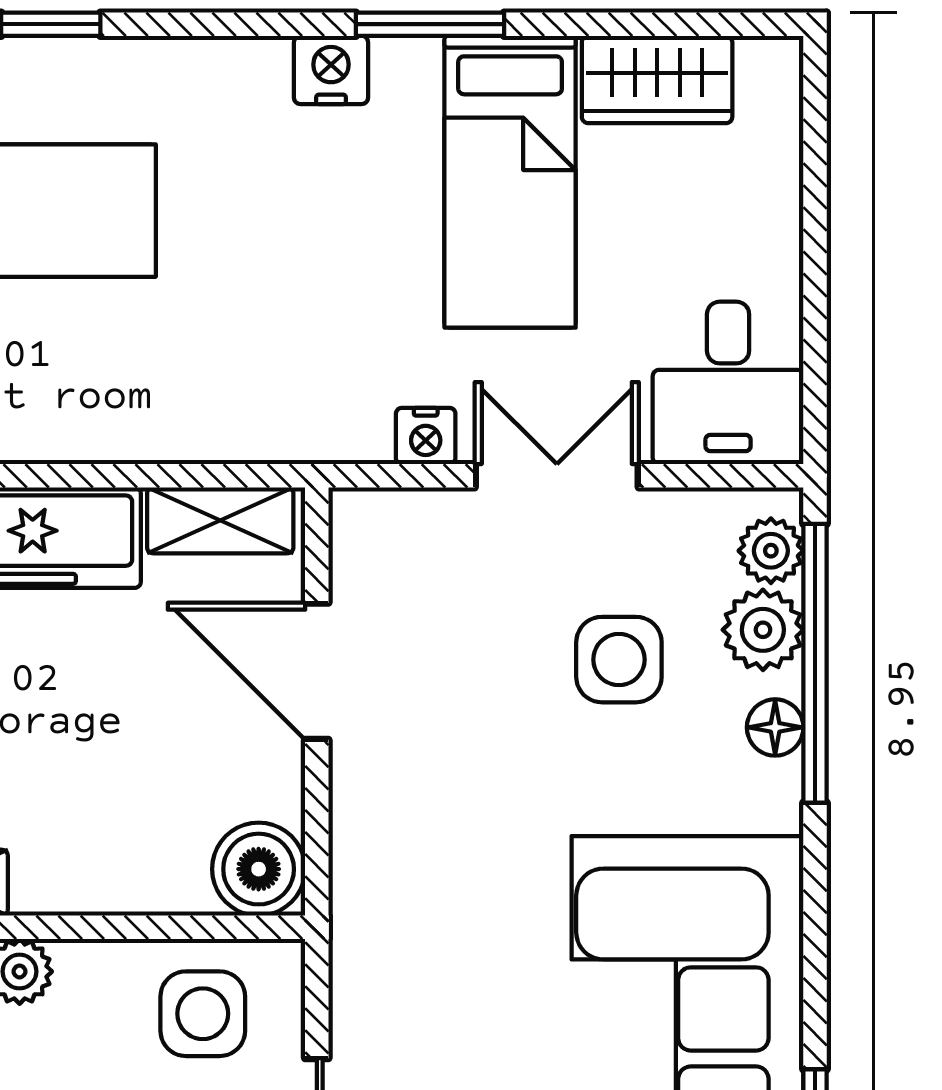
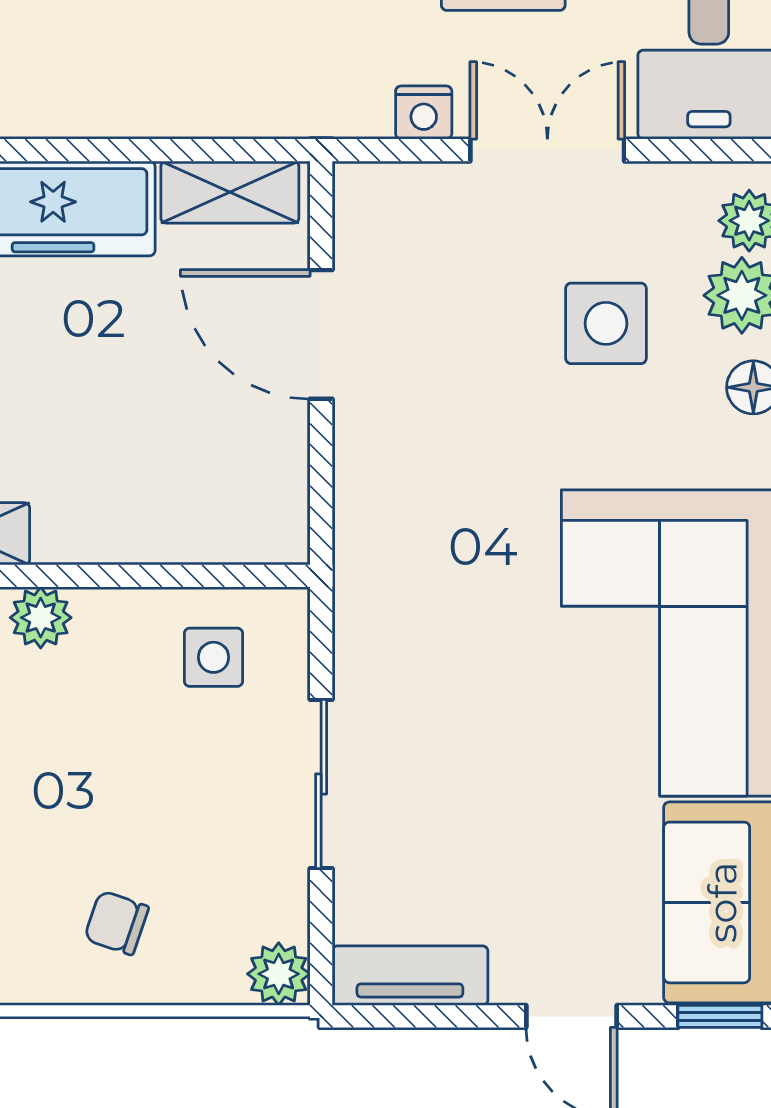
boiler: (259, 869) -> (266, 521), removed
side table: (203, 1014) -> (213, 657), width x0.73, depth x0.73

